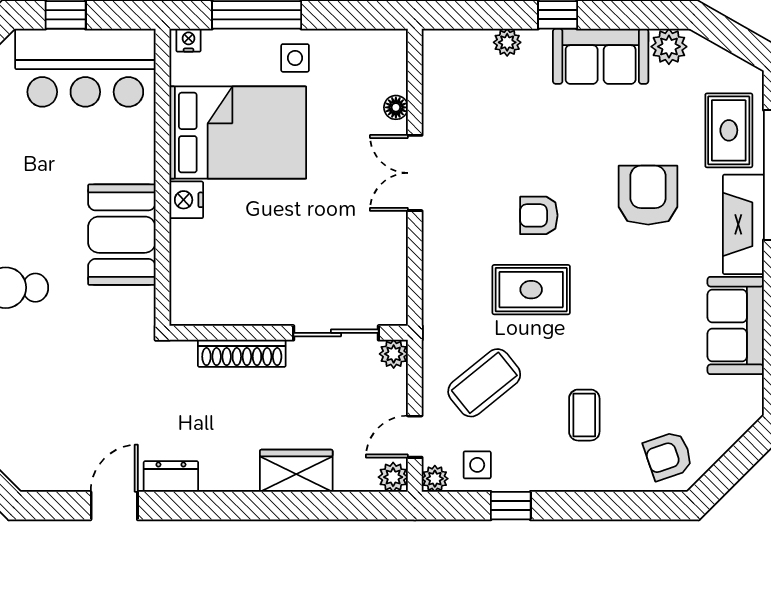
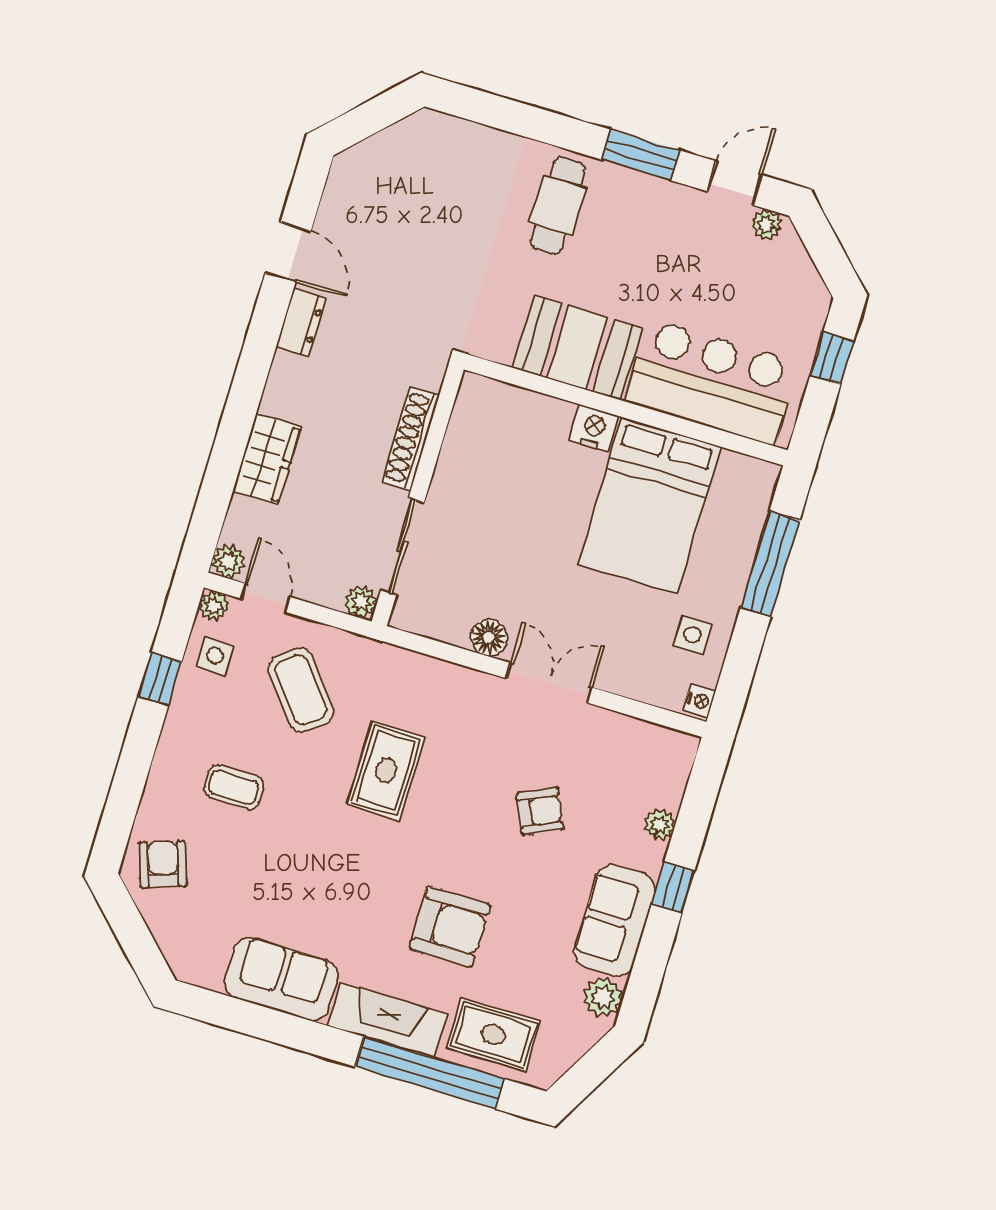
nightstand: (188, 40) -> (699, 701), moved
side table: (295, 58) -> (692, 635), moved
bar counter: (85, 68) -> (712, 382), moved, turned 90
floor lamp: (396, 107) -> (489, 638), moved, width x1.37, depth x1.37
armchair: (539, 215) -> (540, 811), moved, turned 65

